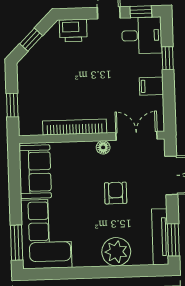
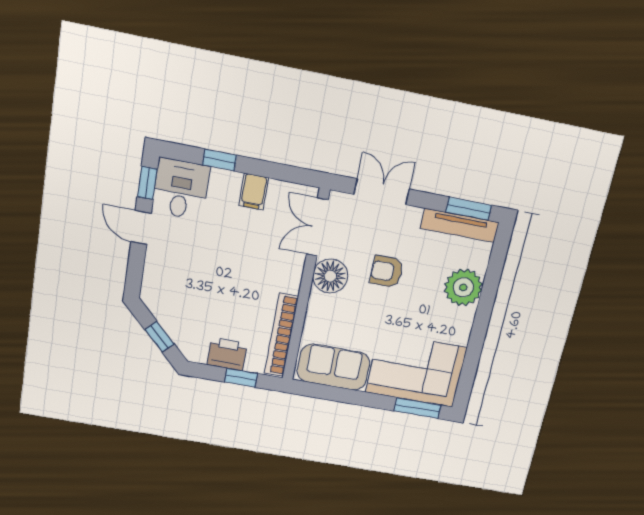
printer: (73, 30) -> (227, 354), moved, turned -90
bookcase: (75, 127) -> (281, 335), moved
floor lamp: (103, 147) -> (330, 276), width x1.89, depth x1.89

